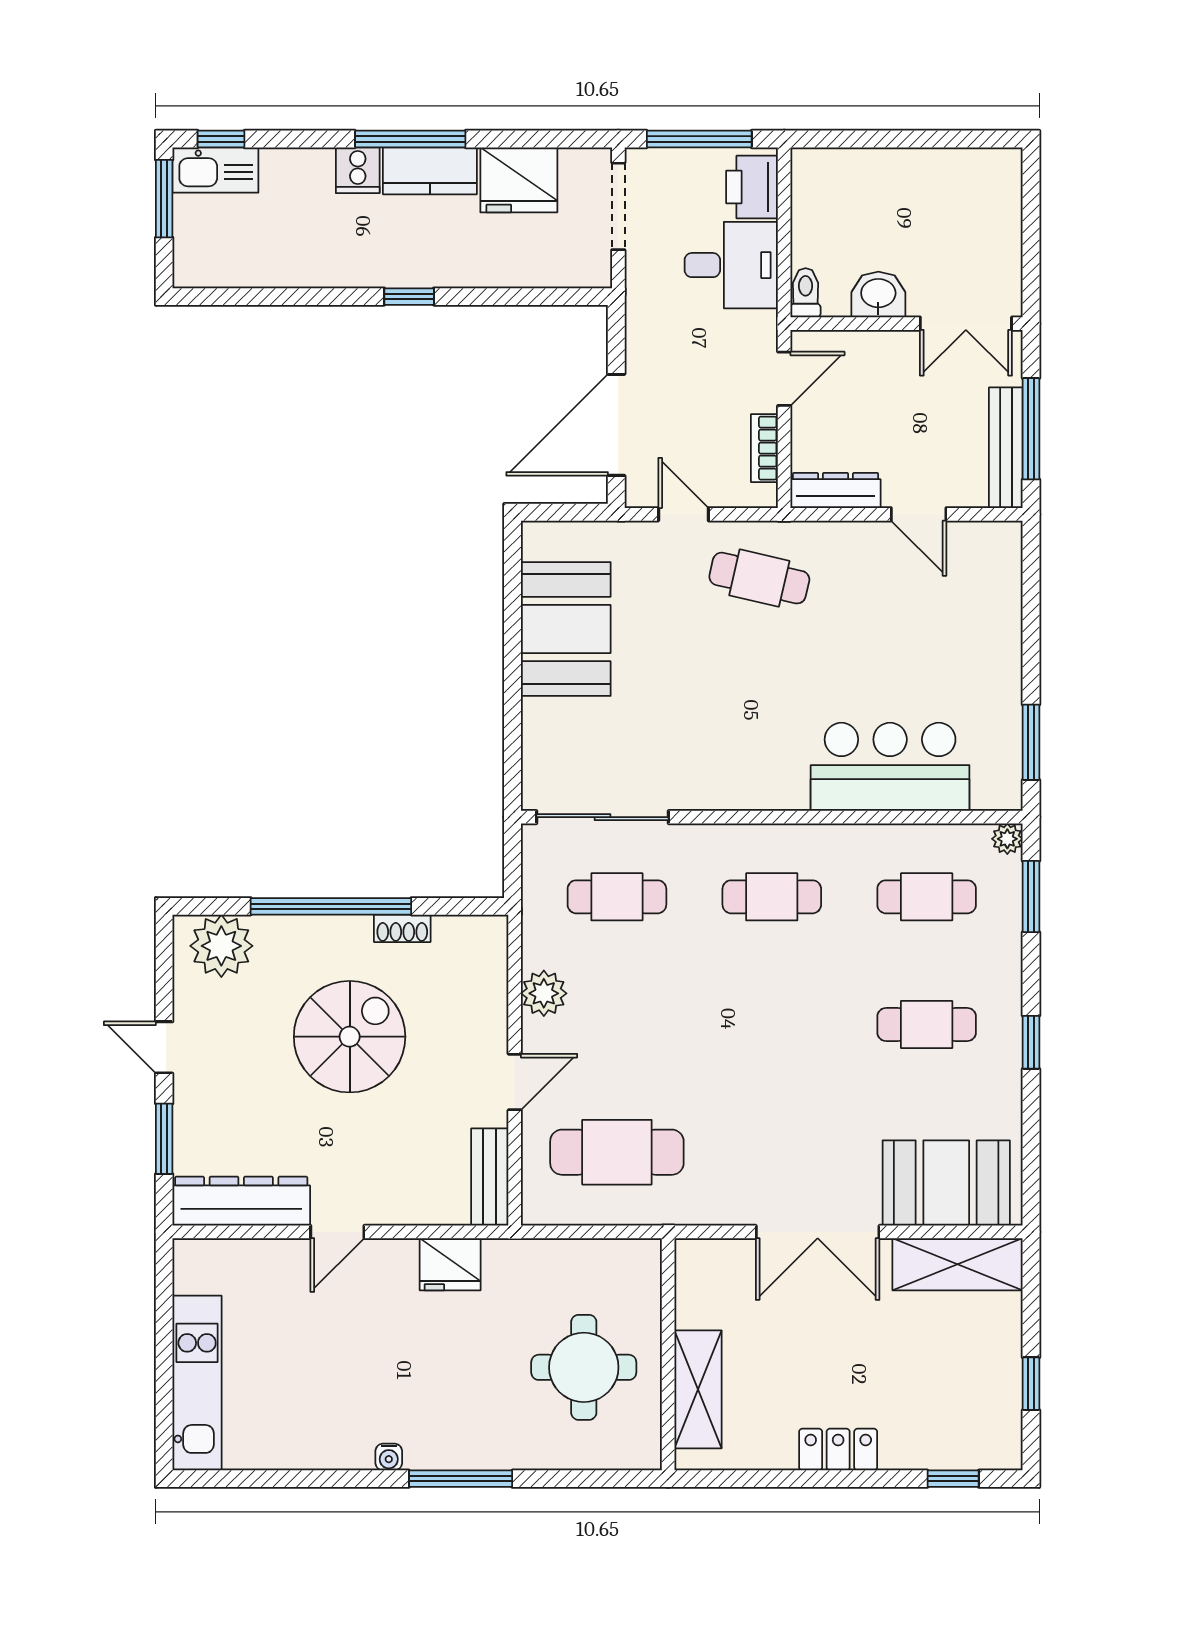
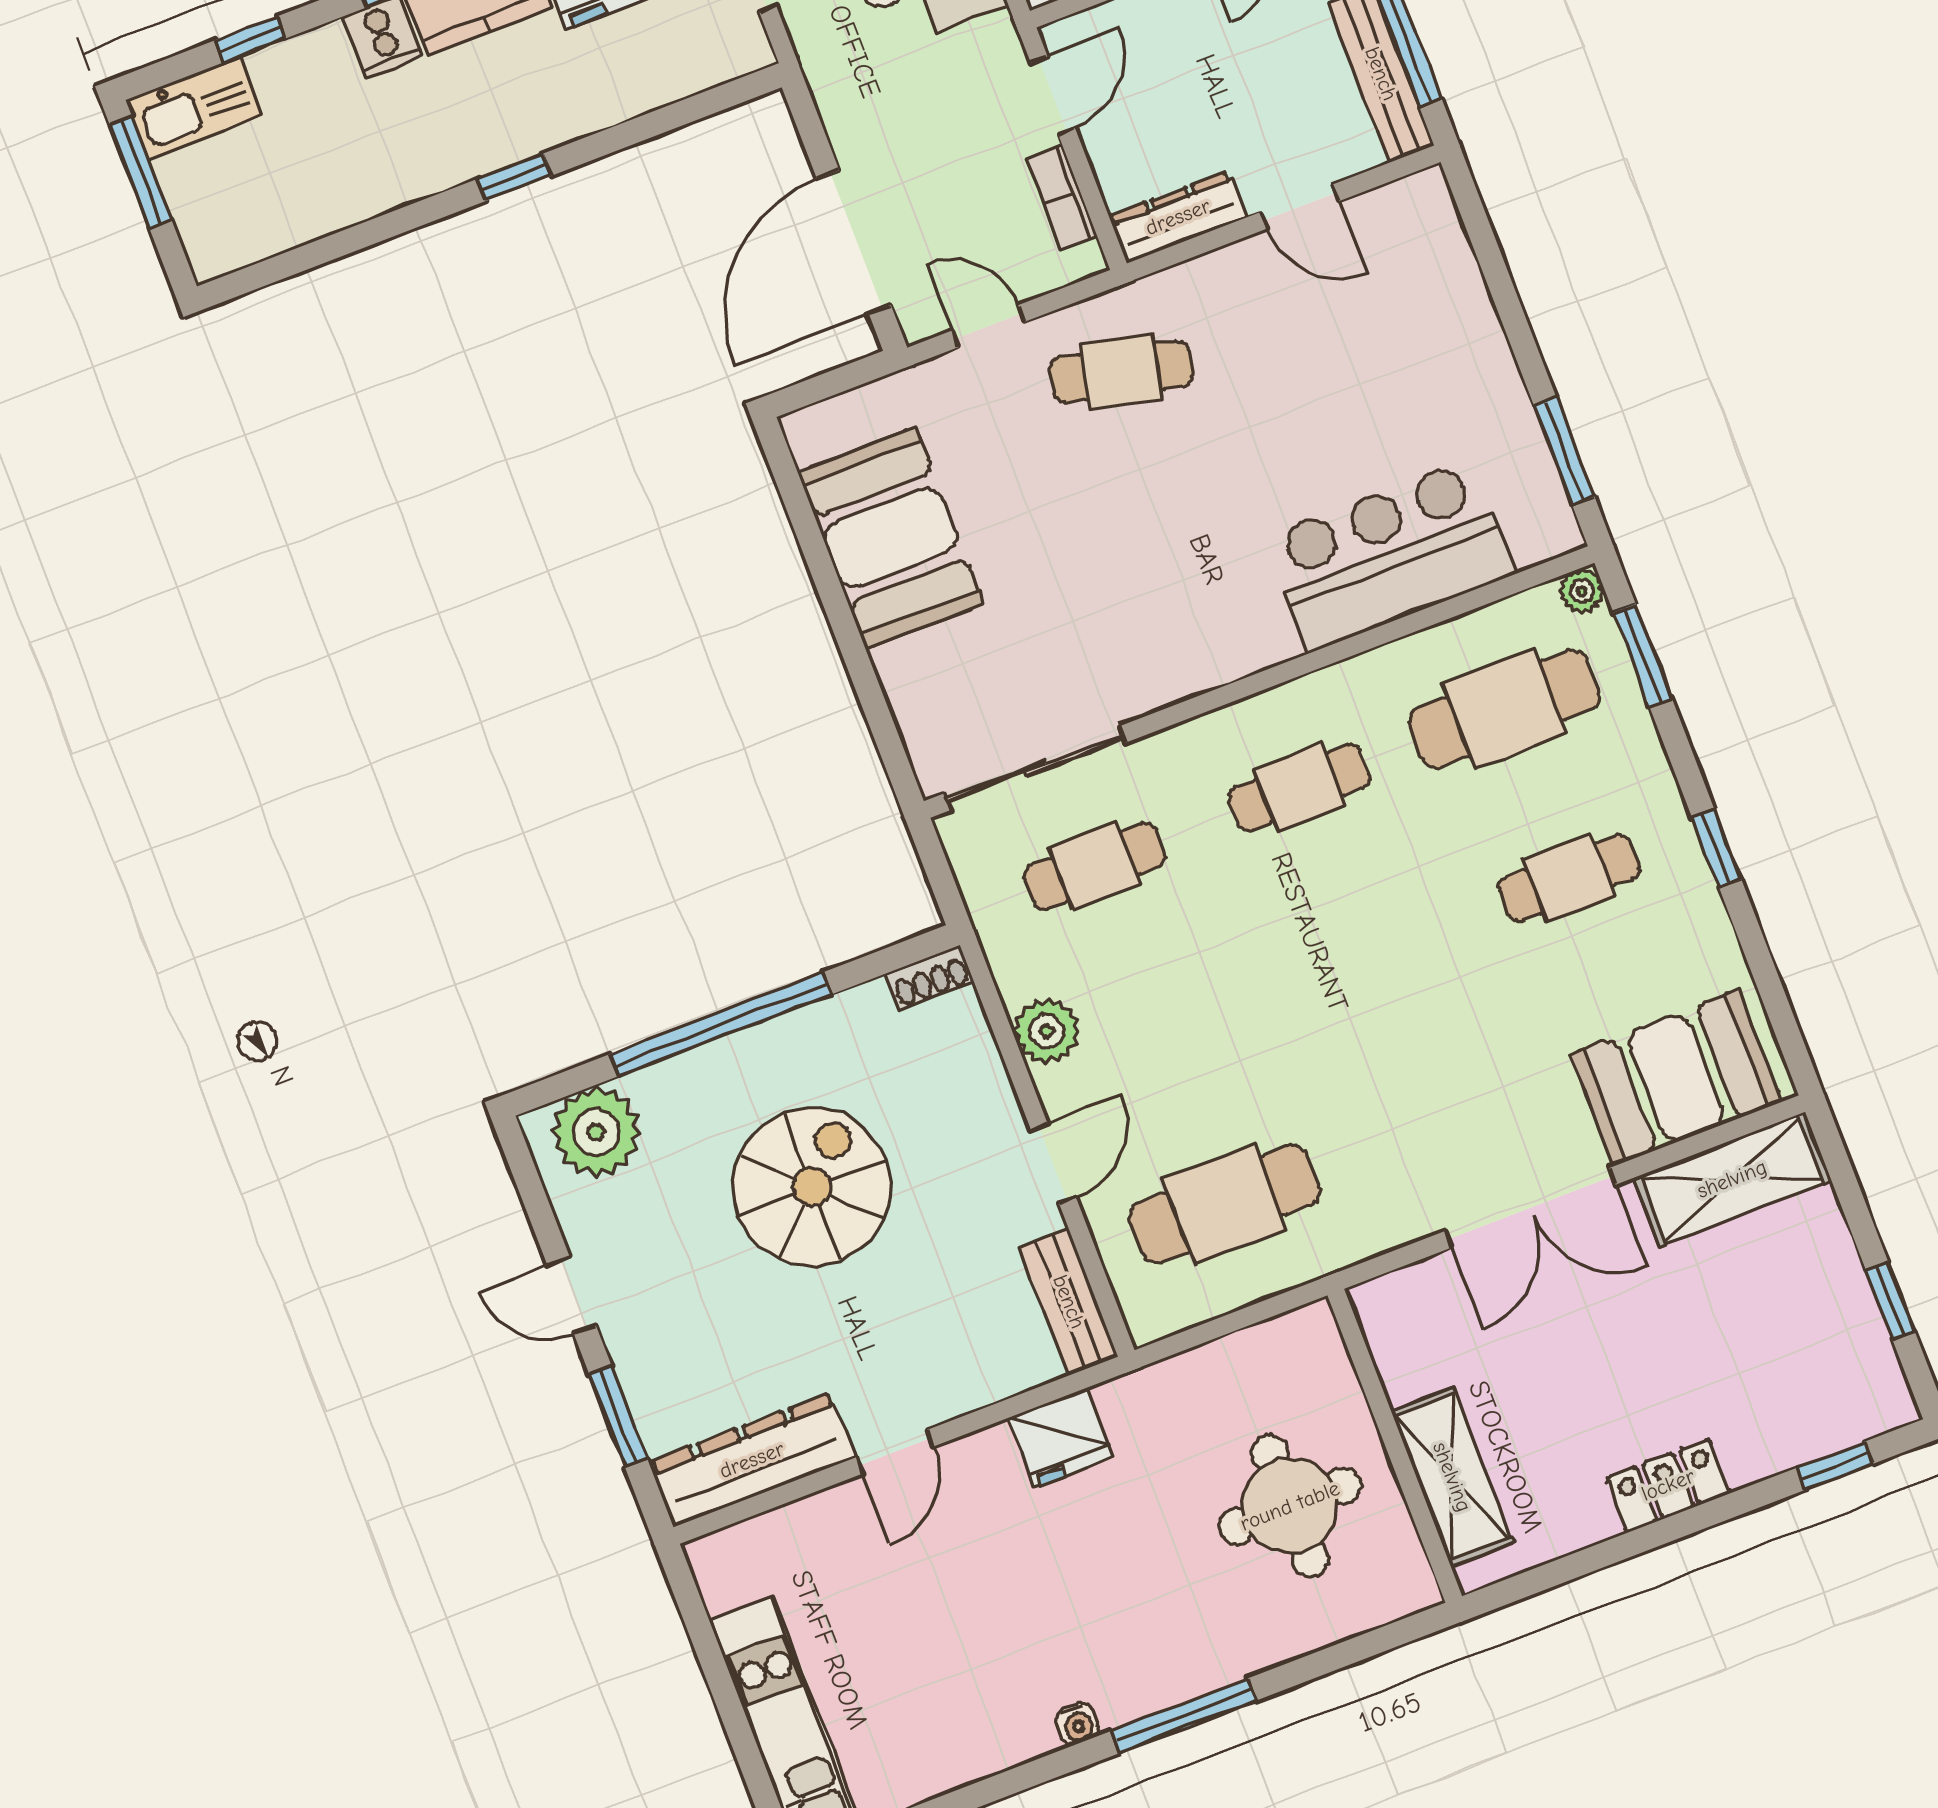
window: (221, 139) -> (250, 39), moved
cafe table: (927, 897) -> (1505, 709), width x1.37, depth x1.35
shoe rack: (402, 928) -> (930, 977), moved

